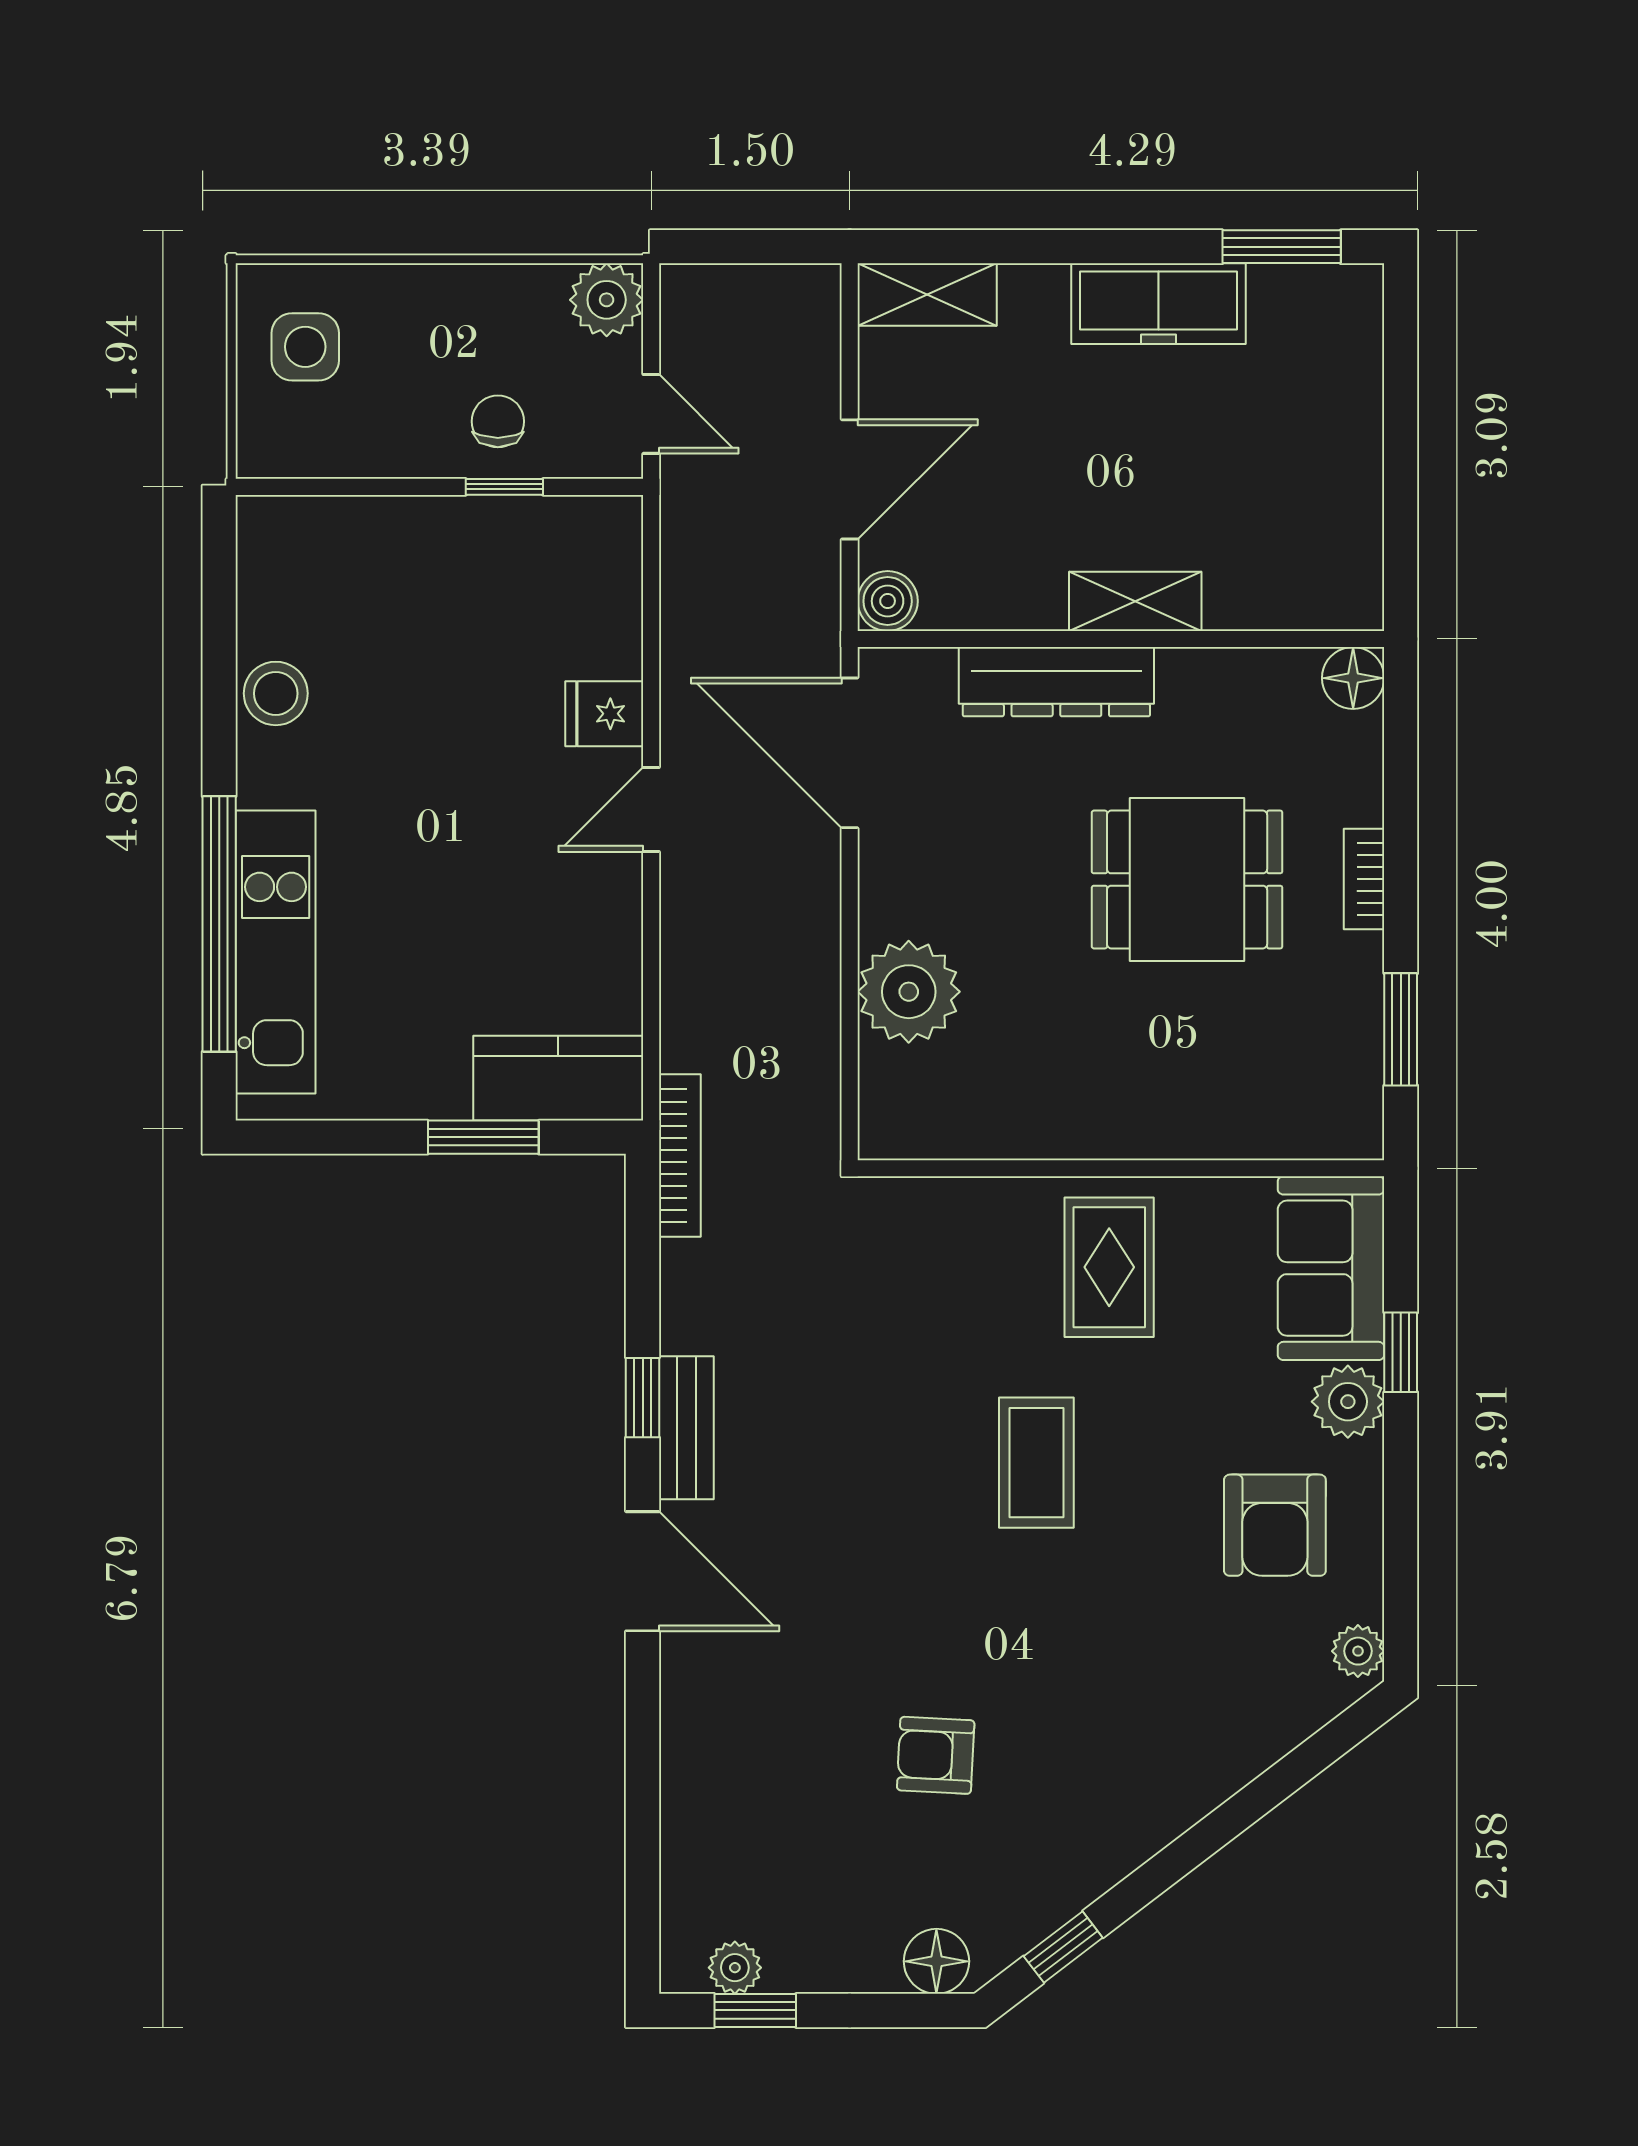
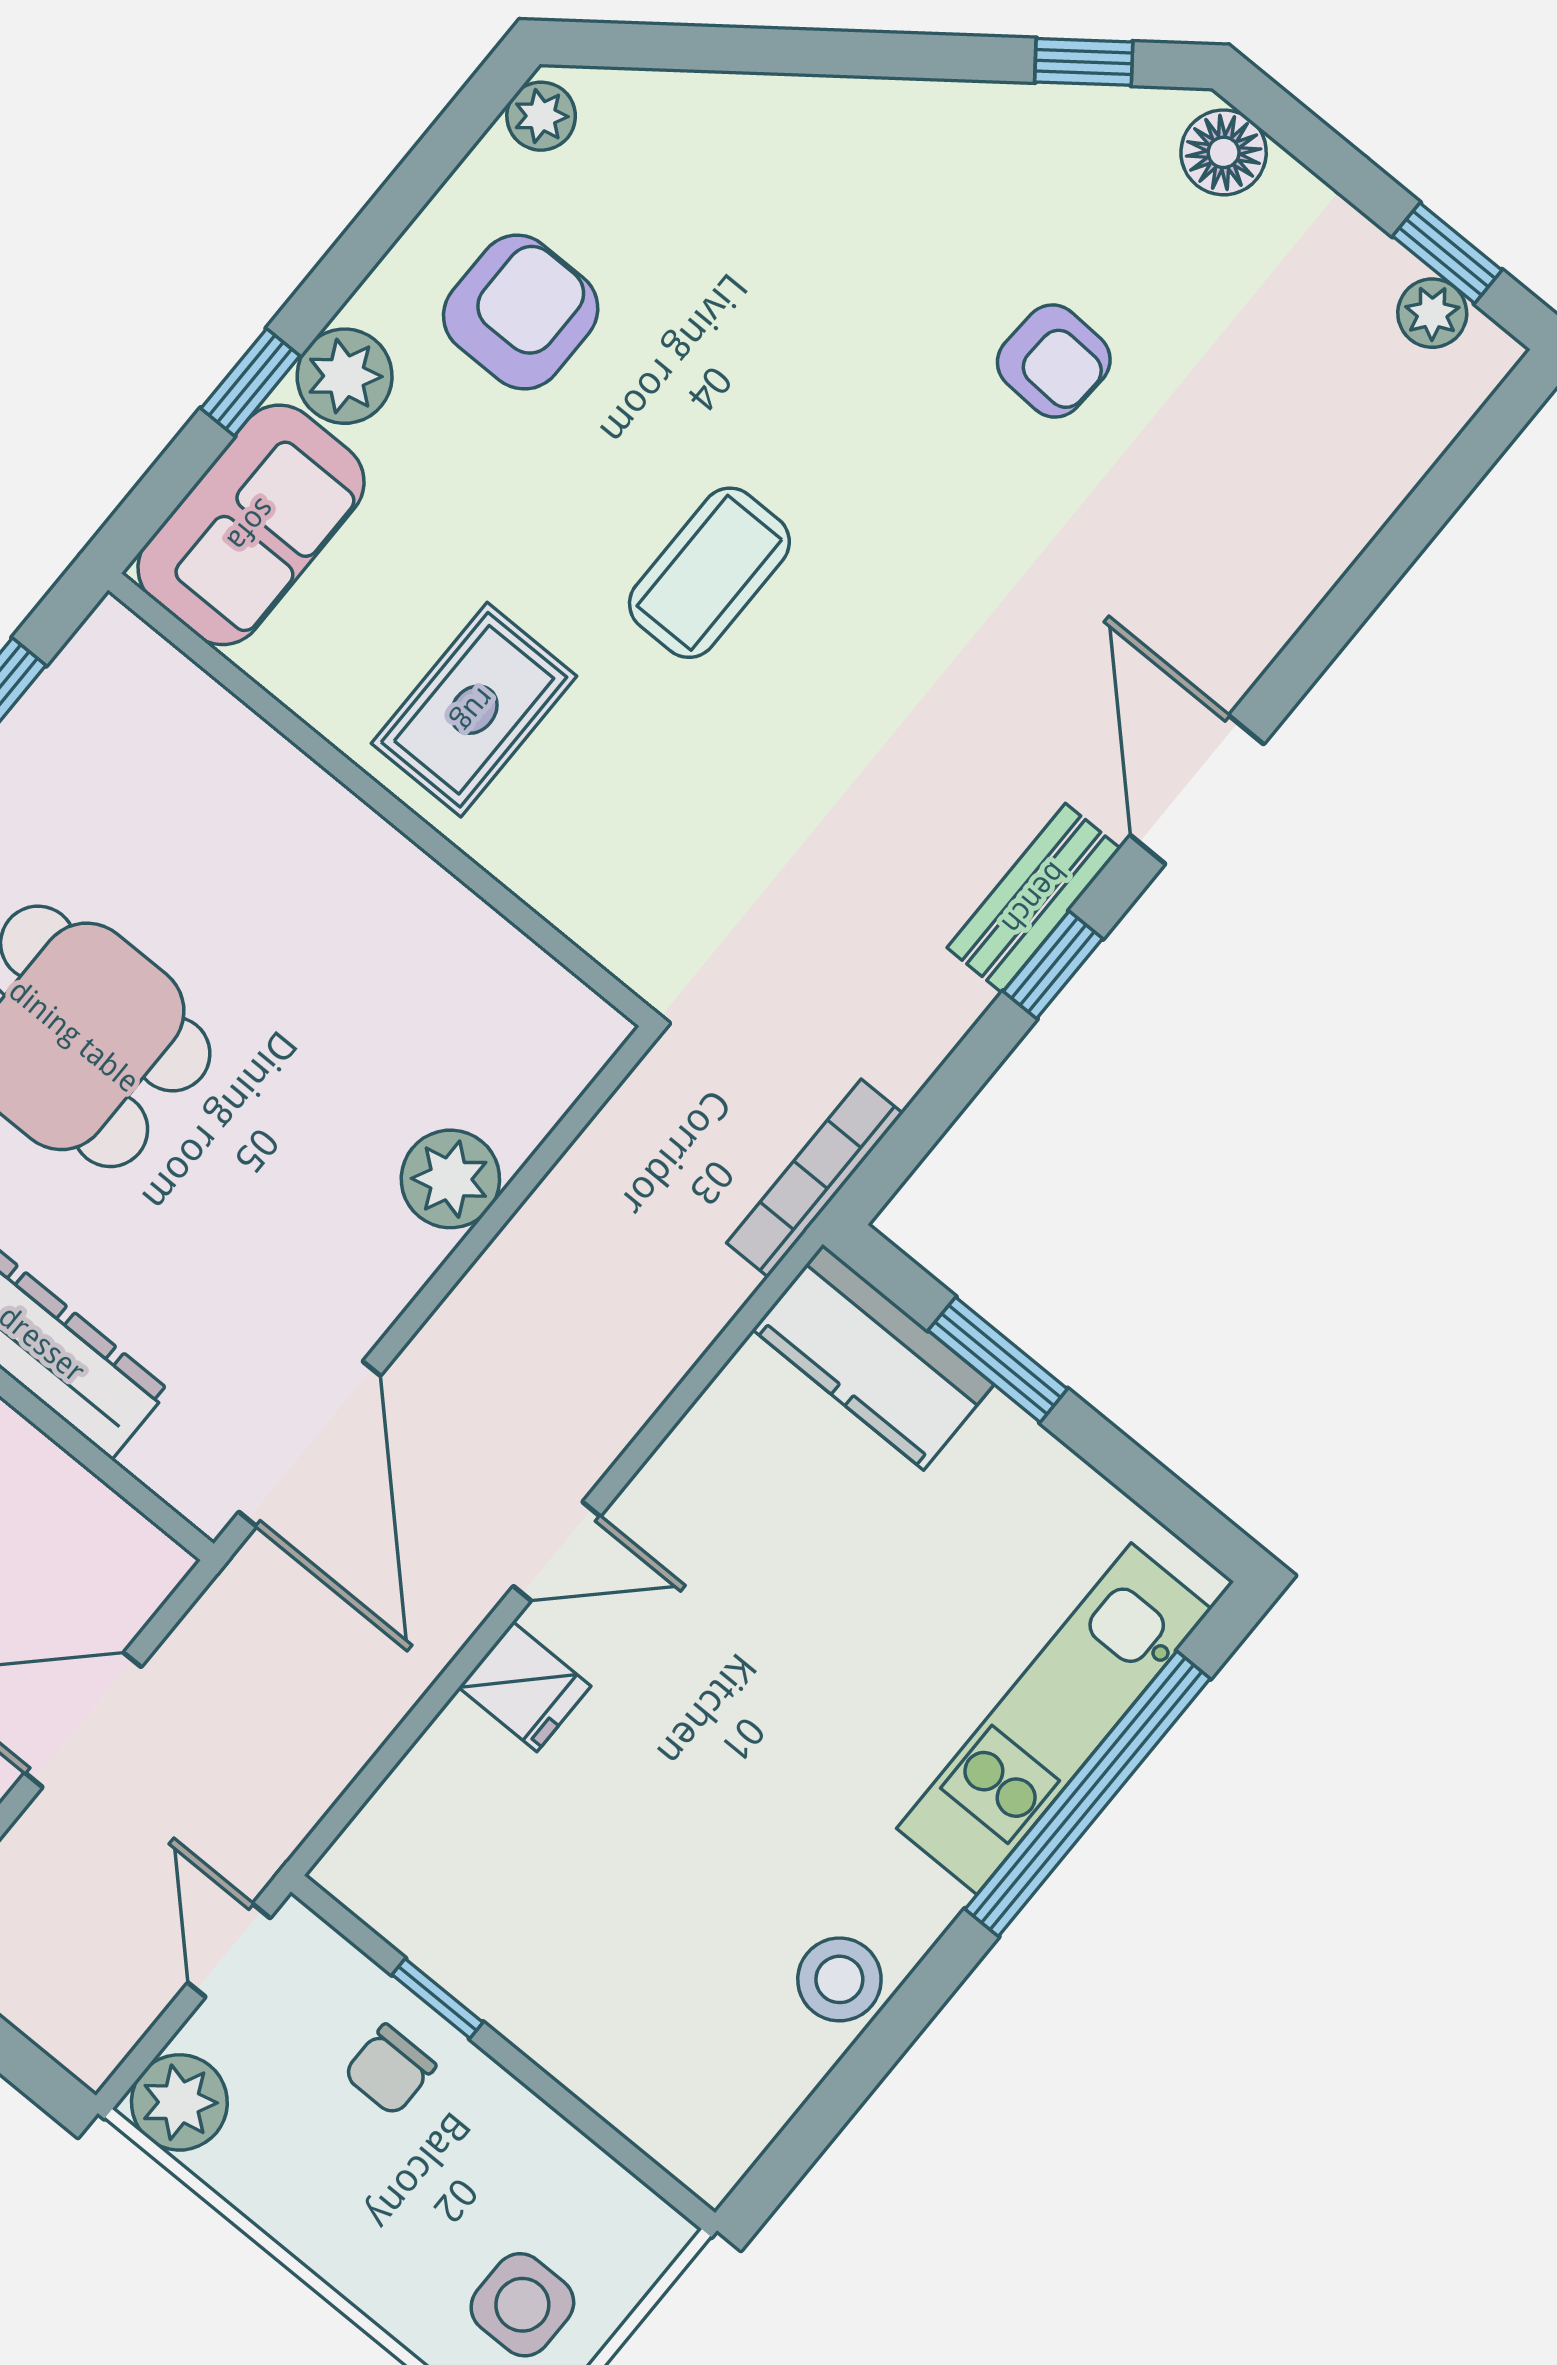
boiler: (888, 601) -> (145, 1566), removed
plant: (909, 992) -> (450, 1179), width x0.73, depth x0.73

